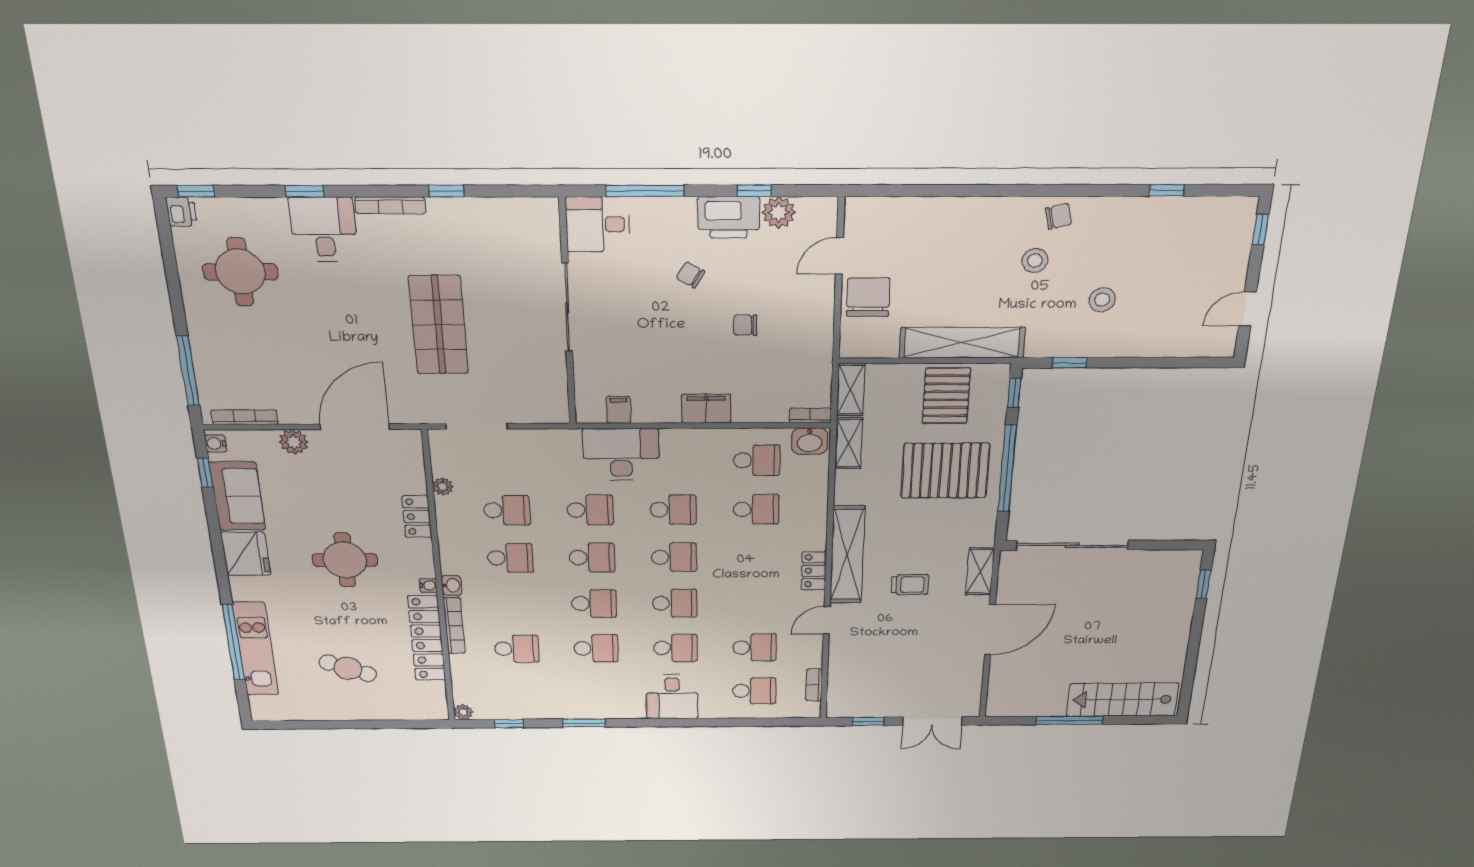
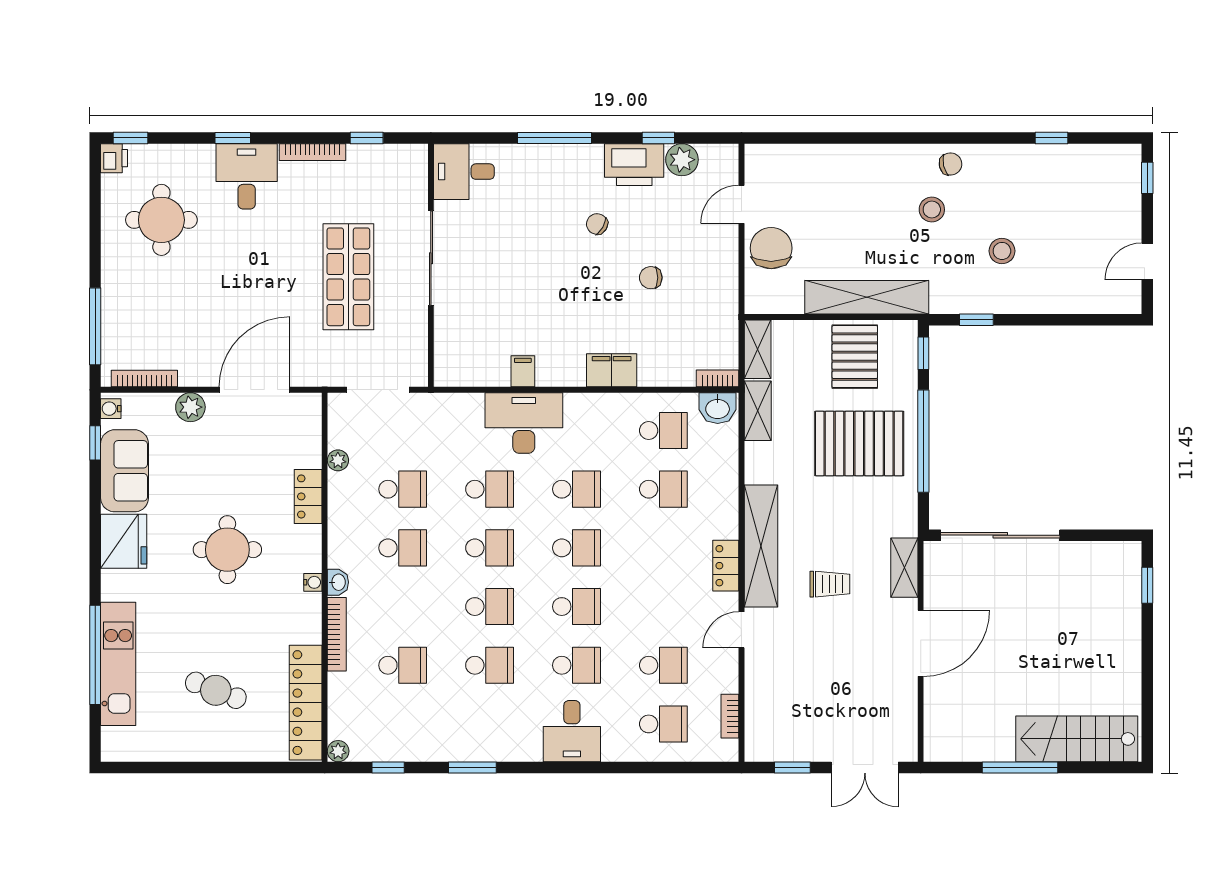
desk: (598, 224) -> (464, 172), moved
sliding door: (567, 307) -> (431, 258), moved
wall: (567, 314) -> (431, 265), moved
locker: (427, 638) -> (306, 703), moved

